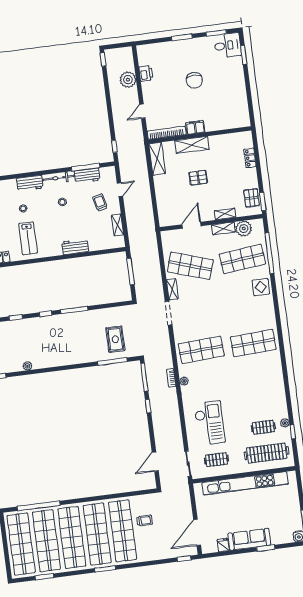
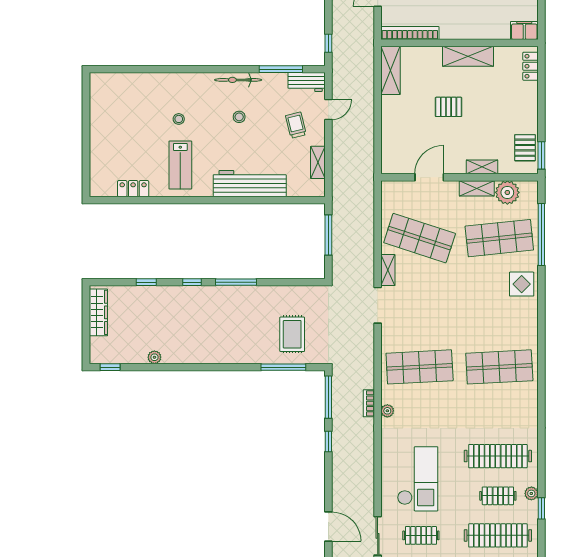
filing cabinet: (195, 127) -> (524, 31), moved
shelving: (192, 145) -> (468, 56), moved
locker: (250, 158) -> (530, 66), moved
workbench: (87, 176) -> (307, 82), moved
workbench: (30, 183) -> (194, 82), removed
workbench: (75, 247) -> (250, 184), width x1.88, depth x1.32
clothes rail: (260, 401) -> (498, 456), added
door: (155, 462) -> (328, 527), swing flipped

